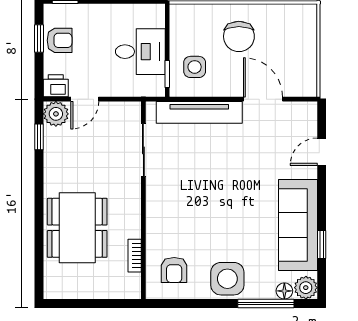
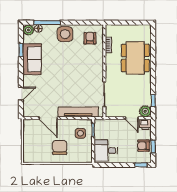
desk: (140, 52) -> (106, 151), moved
door: (85, 99) -> (132, 118), swing flipped
sofa: (298, 225) -> (32, 59), width x0.73

